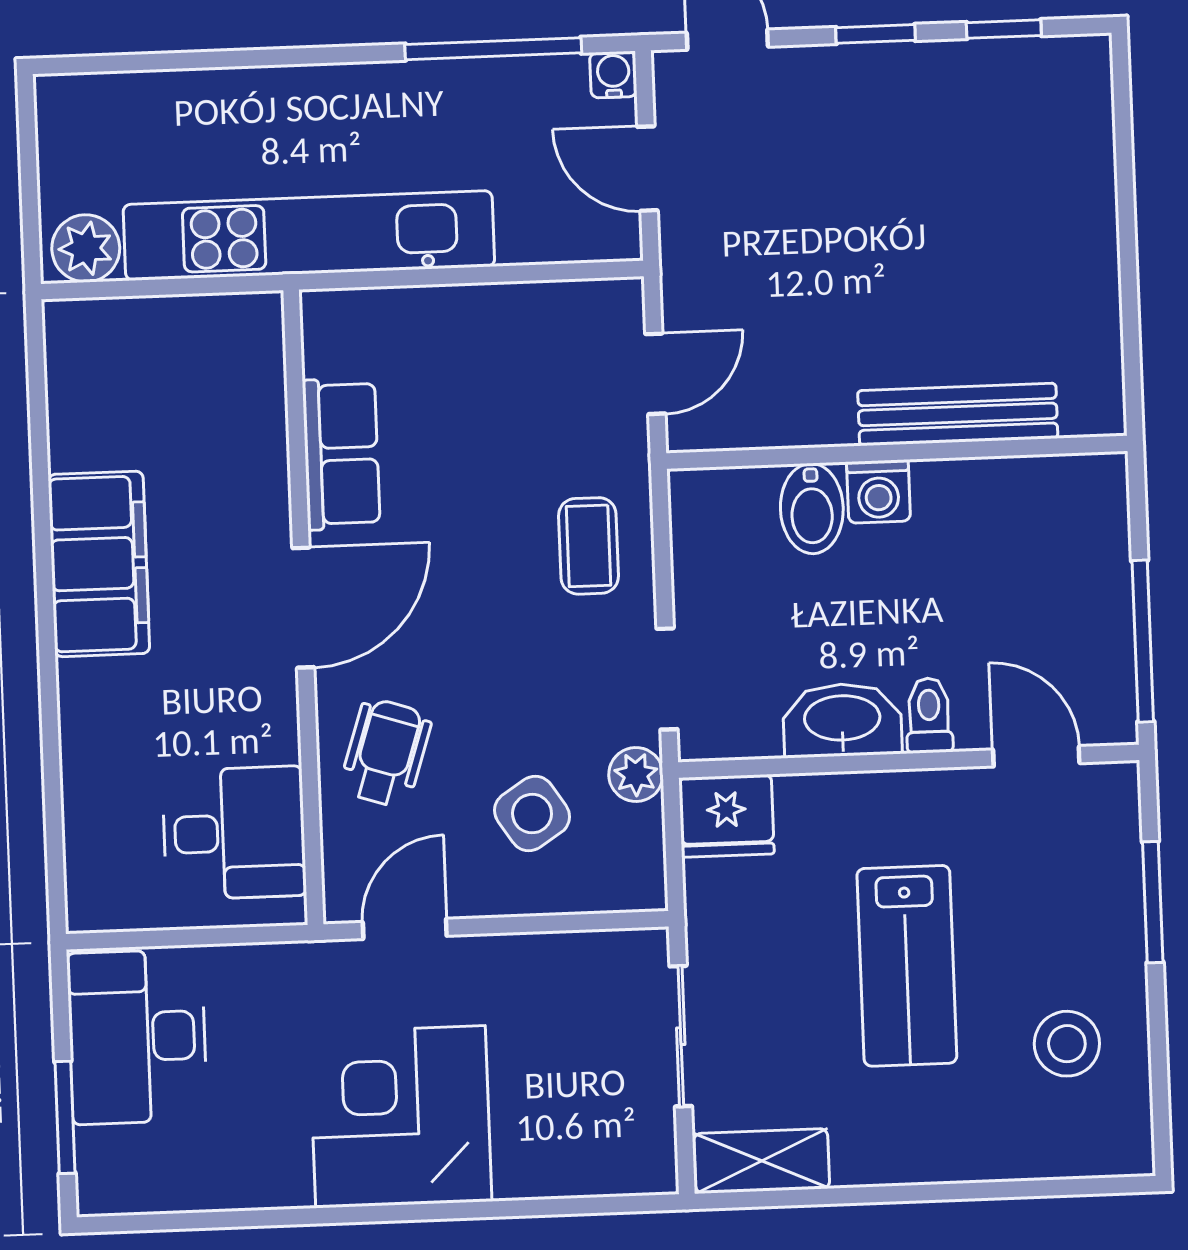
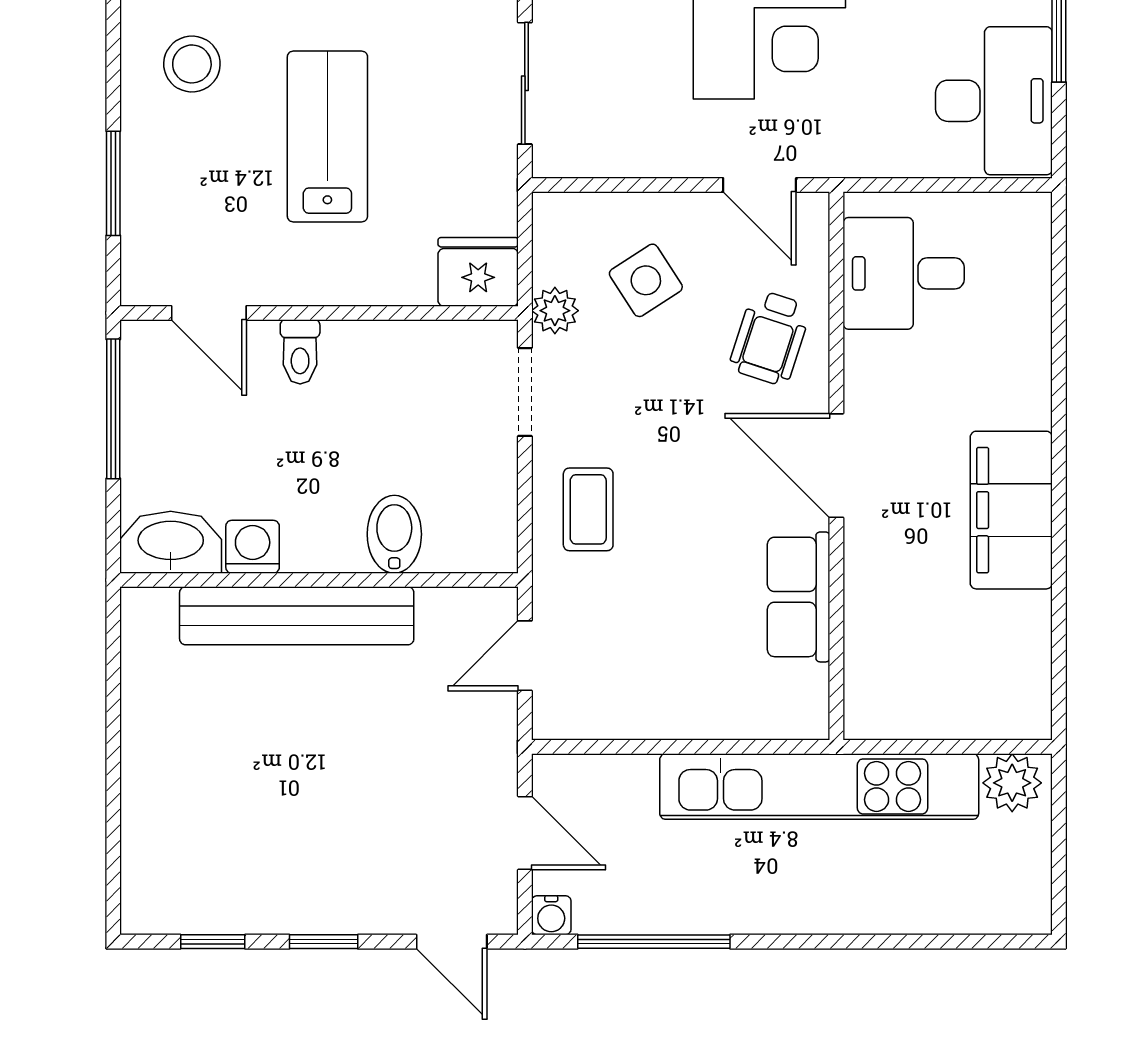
bench: (958, 414) -> (297, 616), width x1.37, depth x1.21
washing machine: (878, 491) -> (253, 547), moved
door: (303, 608) -> (836, 466), hinge flipped
washbasin: (842, 720) -> (171, 542), moved, turned 180
door: (405, 929) -> (760, 185), hinge flipped

